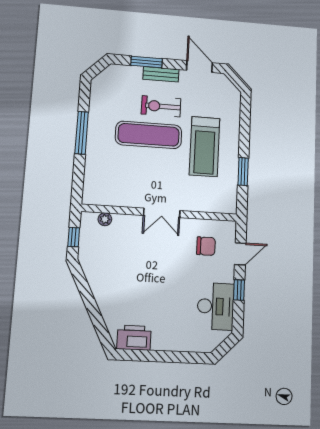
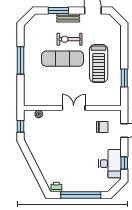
double door: (162, 213) -> (74, 108), swing flipped
window: (239, 290) -> (124, 163), moved
printer: (134, 338) -> (56, 187), width x0.53, depth x0.68
window: (166, 357) -> (81, 195), added

